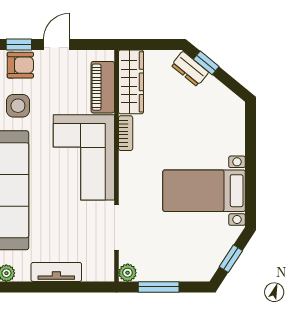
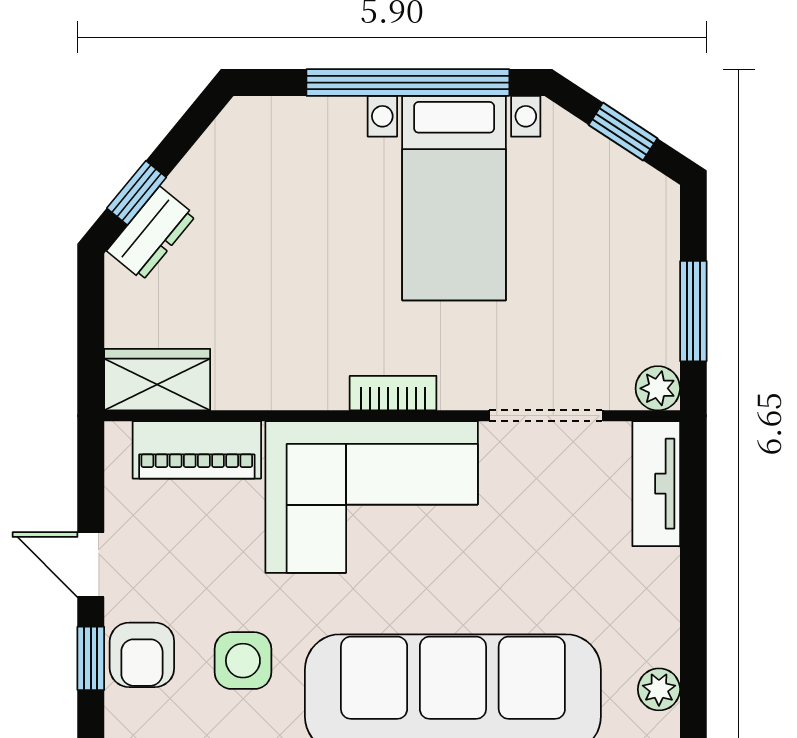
armchair: (20, 65) -> (142, 655), turned 180
wardrobe: (131, 82) -> (157, 380), width x0.67
bookcase: (126, 133) -> (393, 393), moved
window: (251, 172) -> (408, 83), added
tv unit: (56, 272) -> (656, 484), moved

